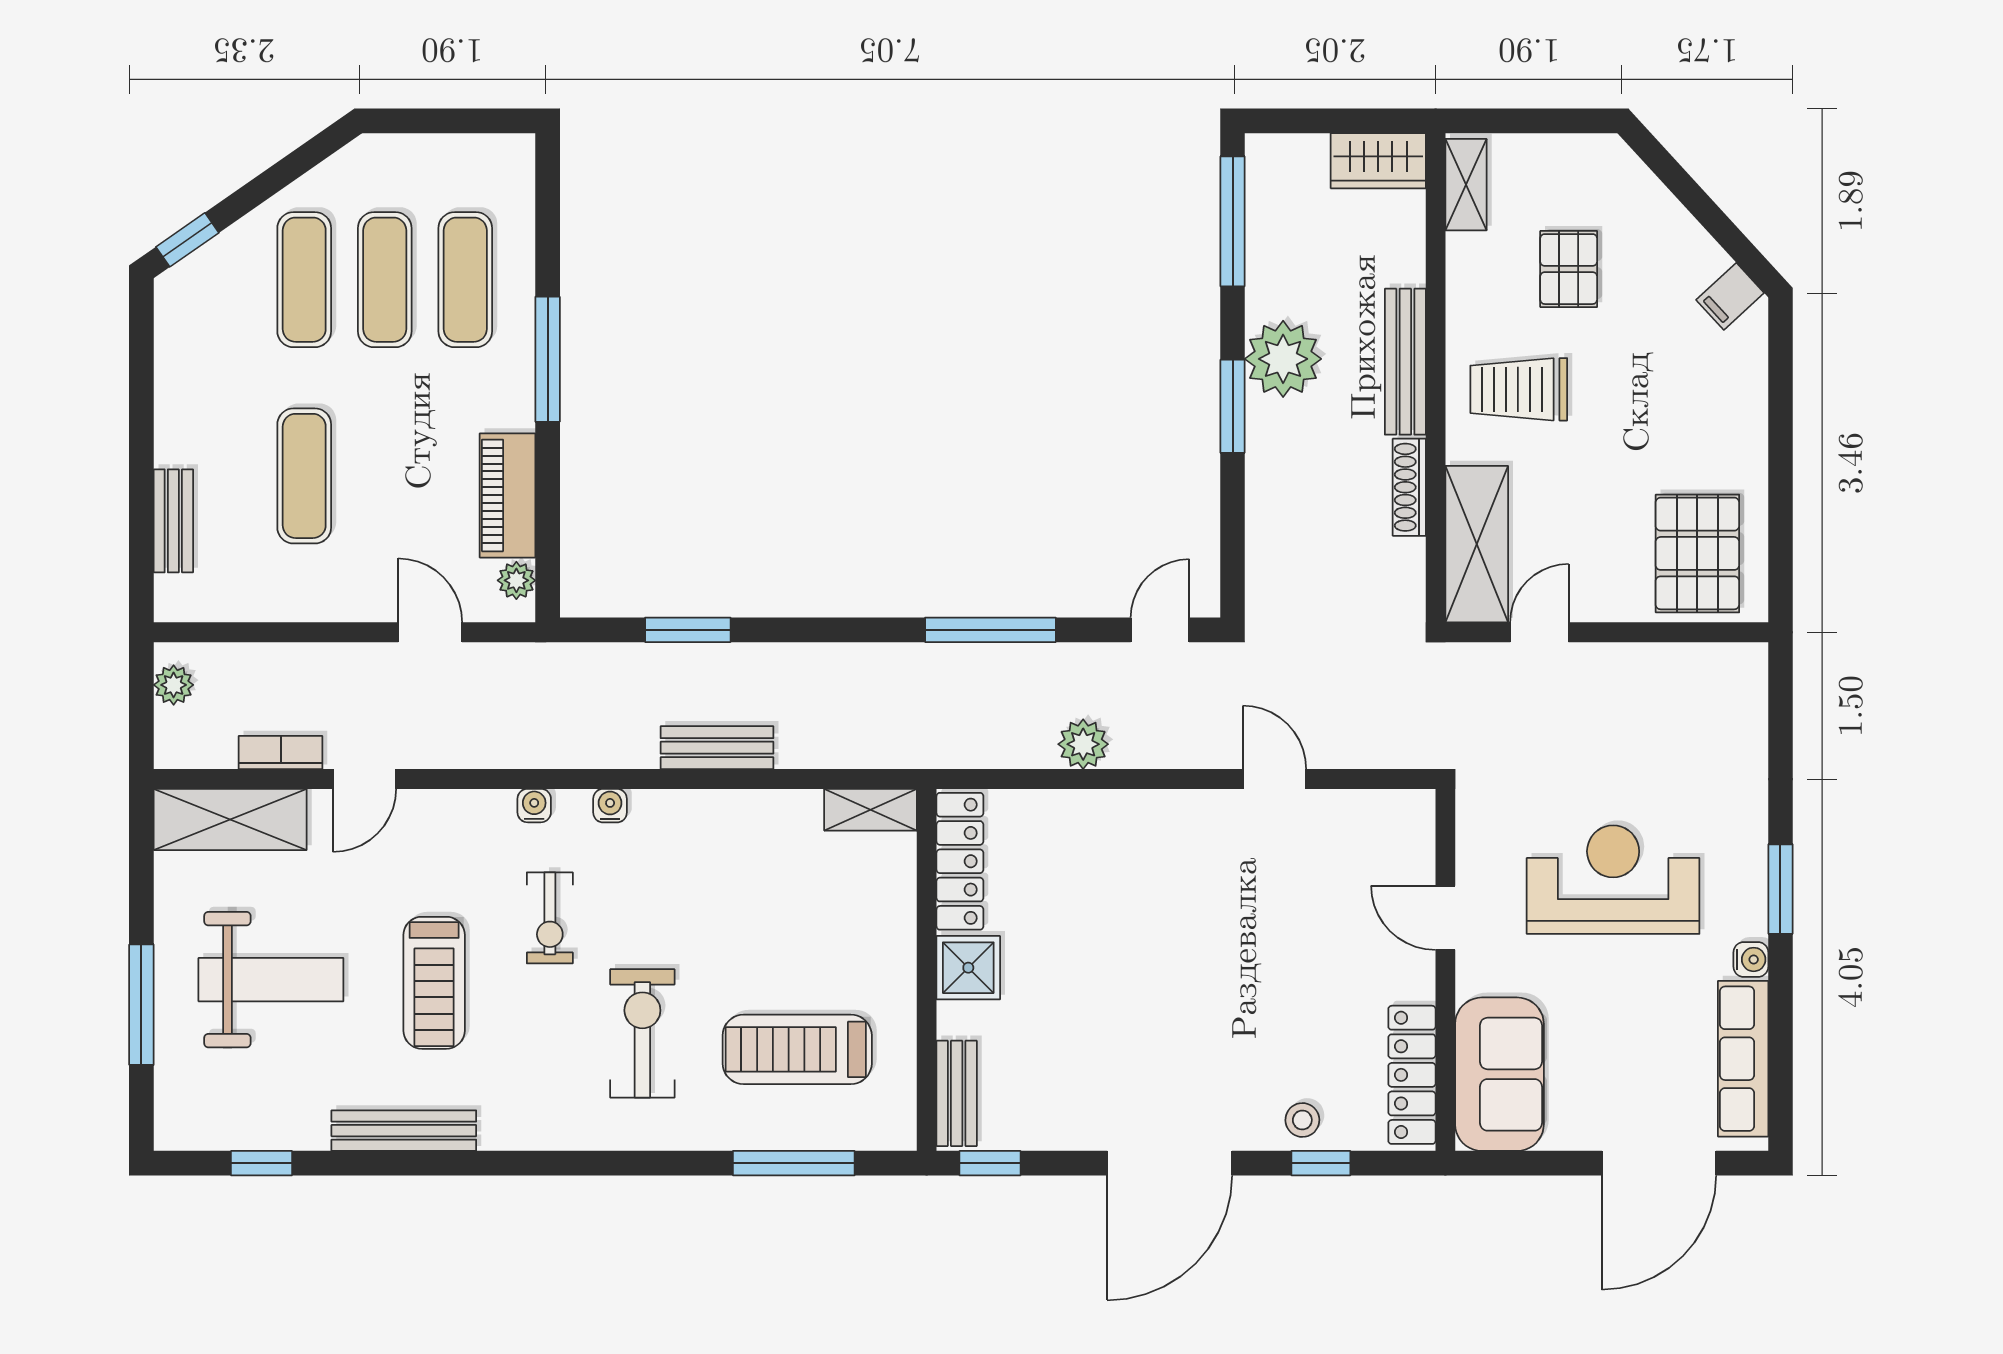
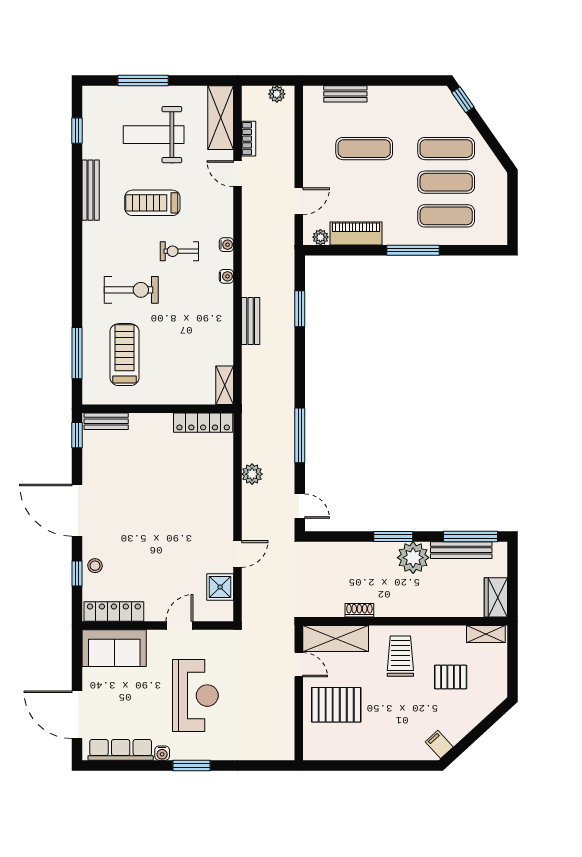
bench: (1405, 362) -> (461, 550), moved
shoe rack: (1409, 487) -> (359, 610), width x0.70
pallet: (1697, 553) -> (336, 705), moved
shower: (968, 968) -> (220, 587), moved
weight bench: (271, 980) -> (154, 135), turned 90

